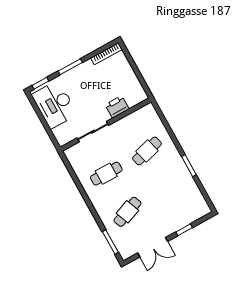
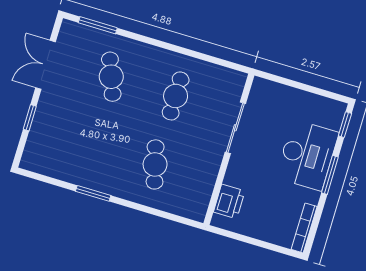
desk: (55, 104) -> (307, 155), moved, turned 90
printer: (117, 107) -> (229, 201), moved

